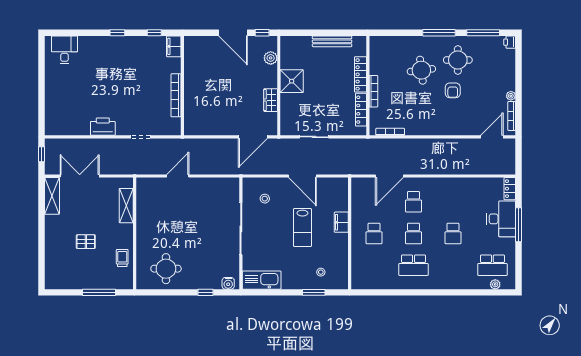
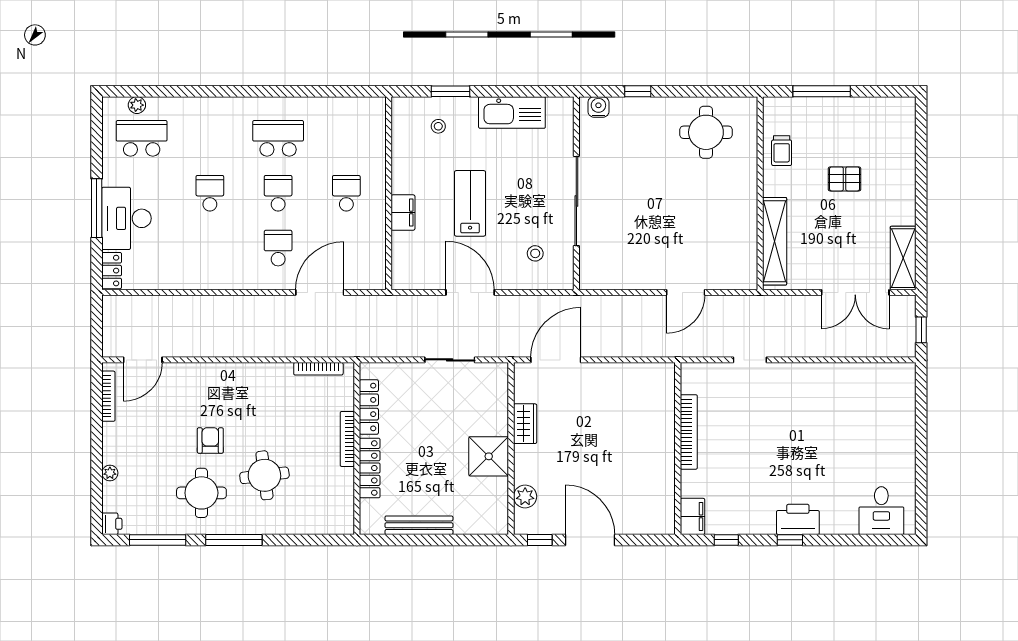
plant: (511, 96) -> (110, 473), moved
printer: (103, 127) -> (798, 519), moved, turned 180
shelving: (126, 206) -> (775, 241), width x1.47
kitchen sink: (262, 280) -> (512, 112), moved

